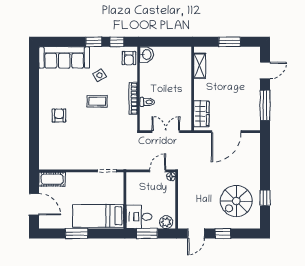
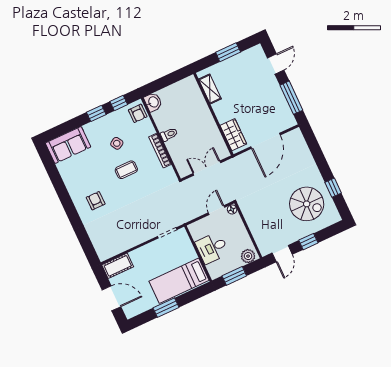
sofa: (64, 57) -> (68, 145), width x0.73
toilet: (147, 102) -> (169, 134), moved
spiral stairs: (236, 201) -> (307, 204), turned -90
desk: (139, 217) -> (212, 248), moved

